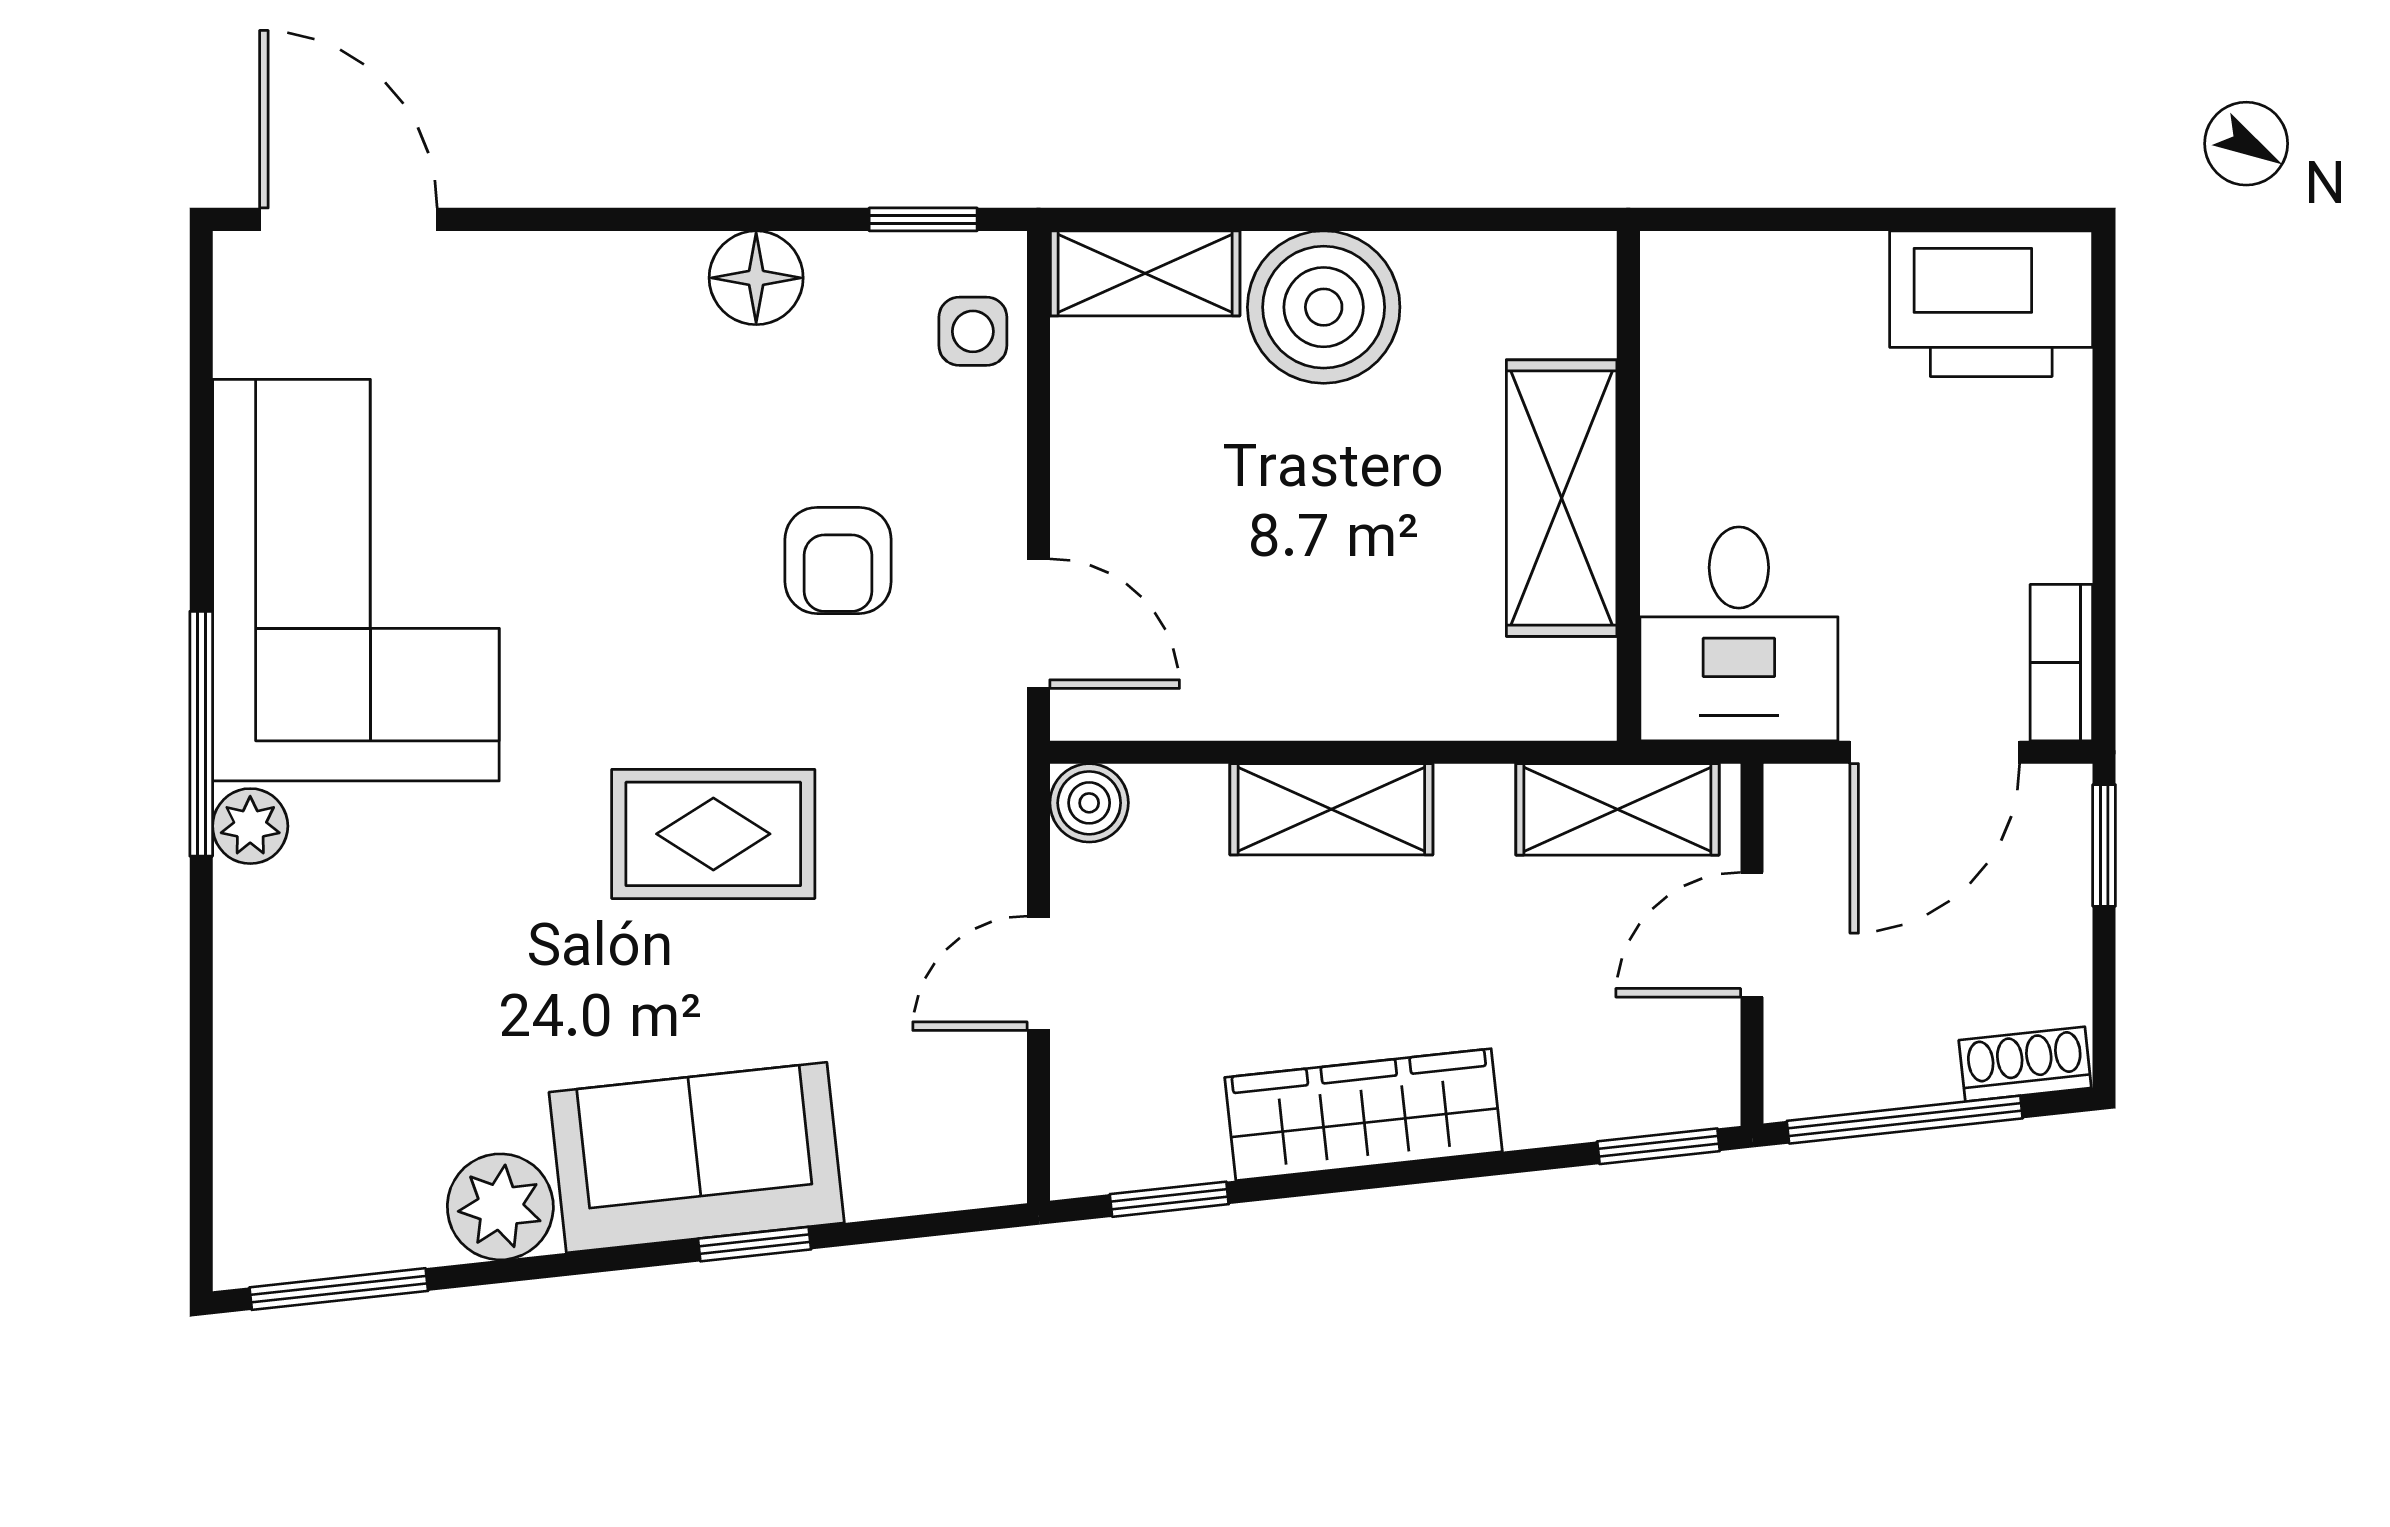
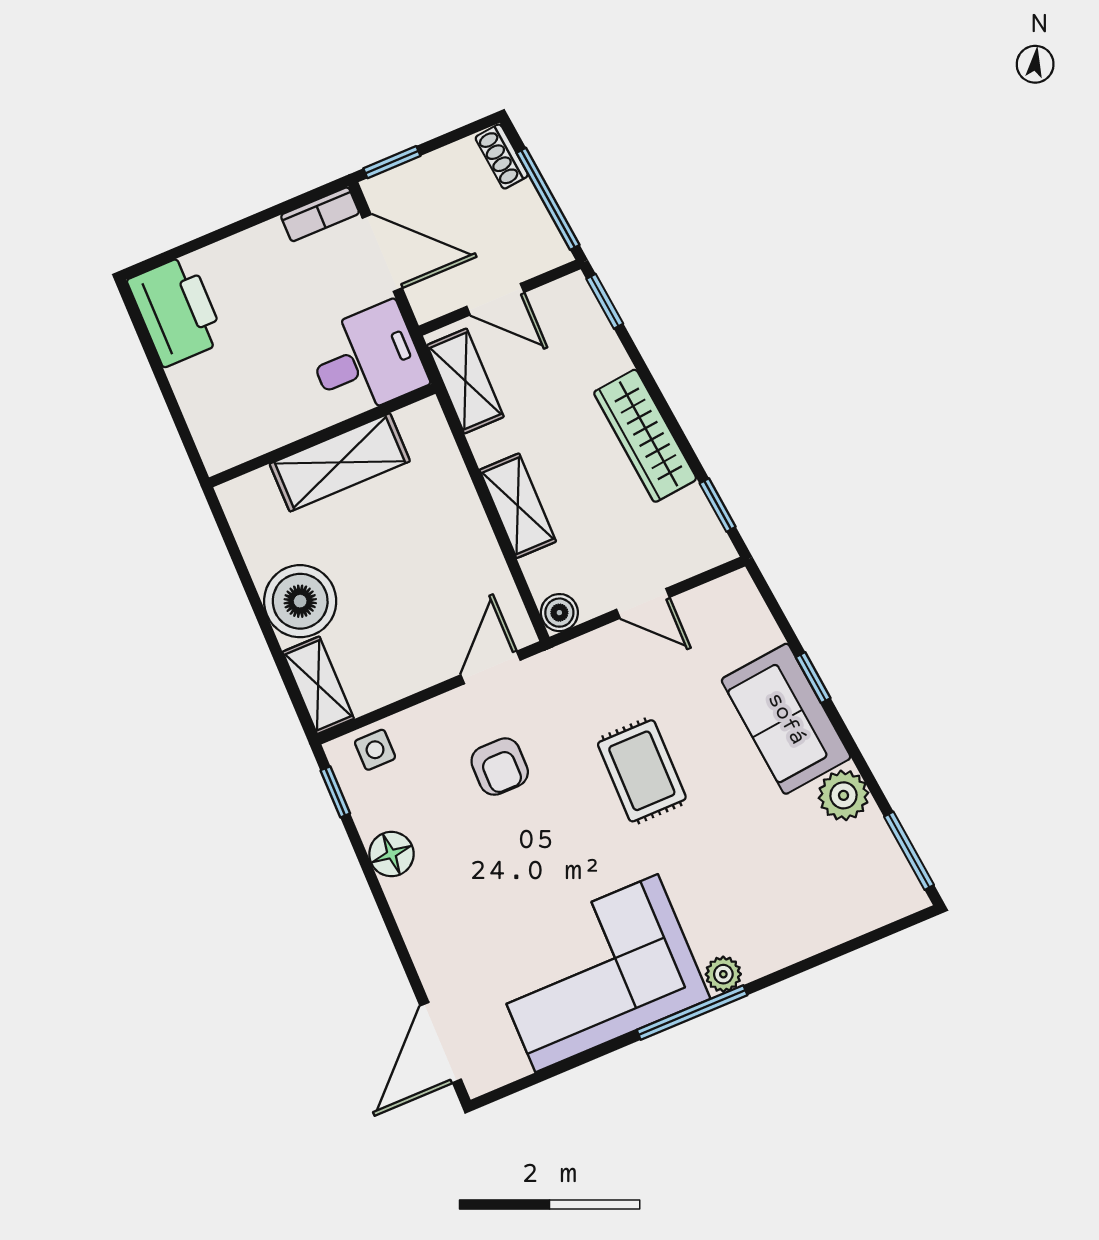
armchair: (838, 560) -> (500, 767), turned 90

